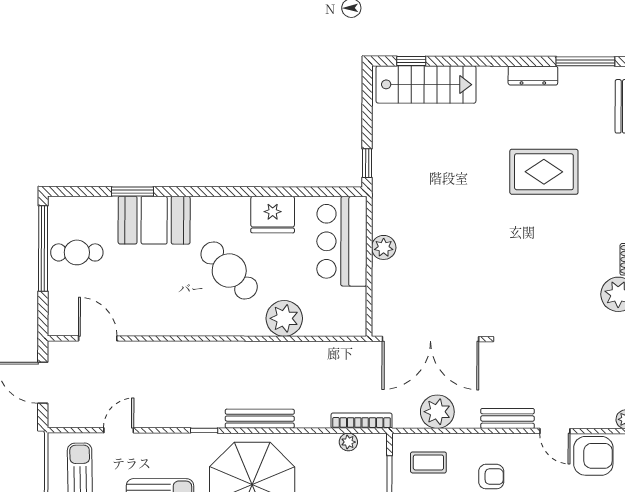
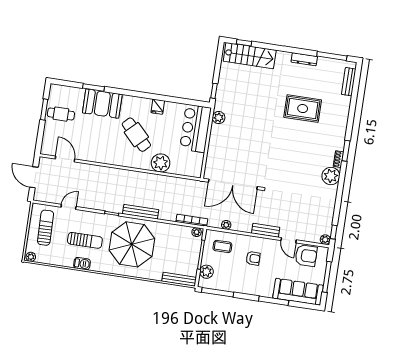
fridge: (273, 215) -> (158, 107), width x0.53, depth x0.75
plant: (384, 247) -> (219, 118), moved
window: (43, 249) -> (44, 110), width x0.47
plant: (437, 412) -> (226, 225), width x0.53, depth x0.53
plant: (348, 442) -> (197, 232), moved

